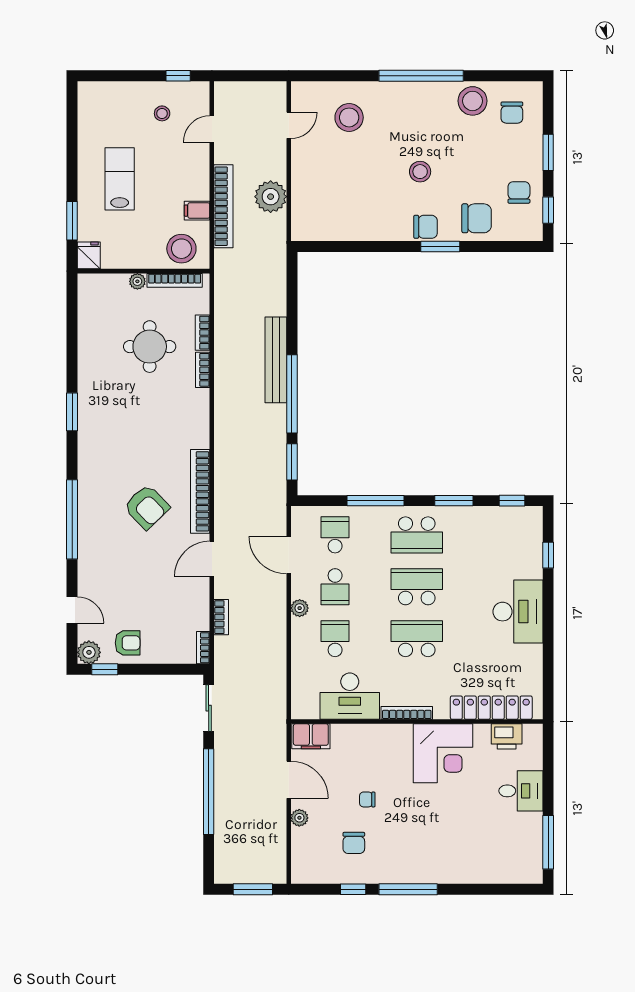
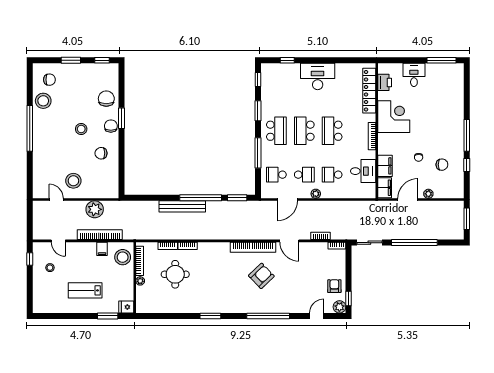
stool: (349, 117) -> (73, 181), moved
chair: (519, 192) -> (101, 153), moved
desk: (350, 696) -> (363, 171), width x0.73
filing cabinet: (351, 737) -> (385, 166), added

